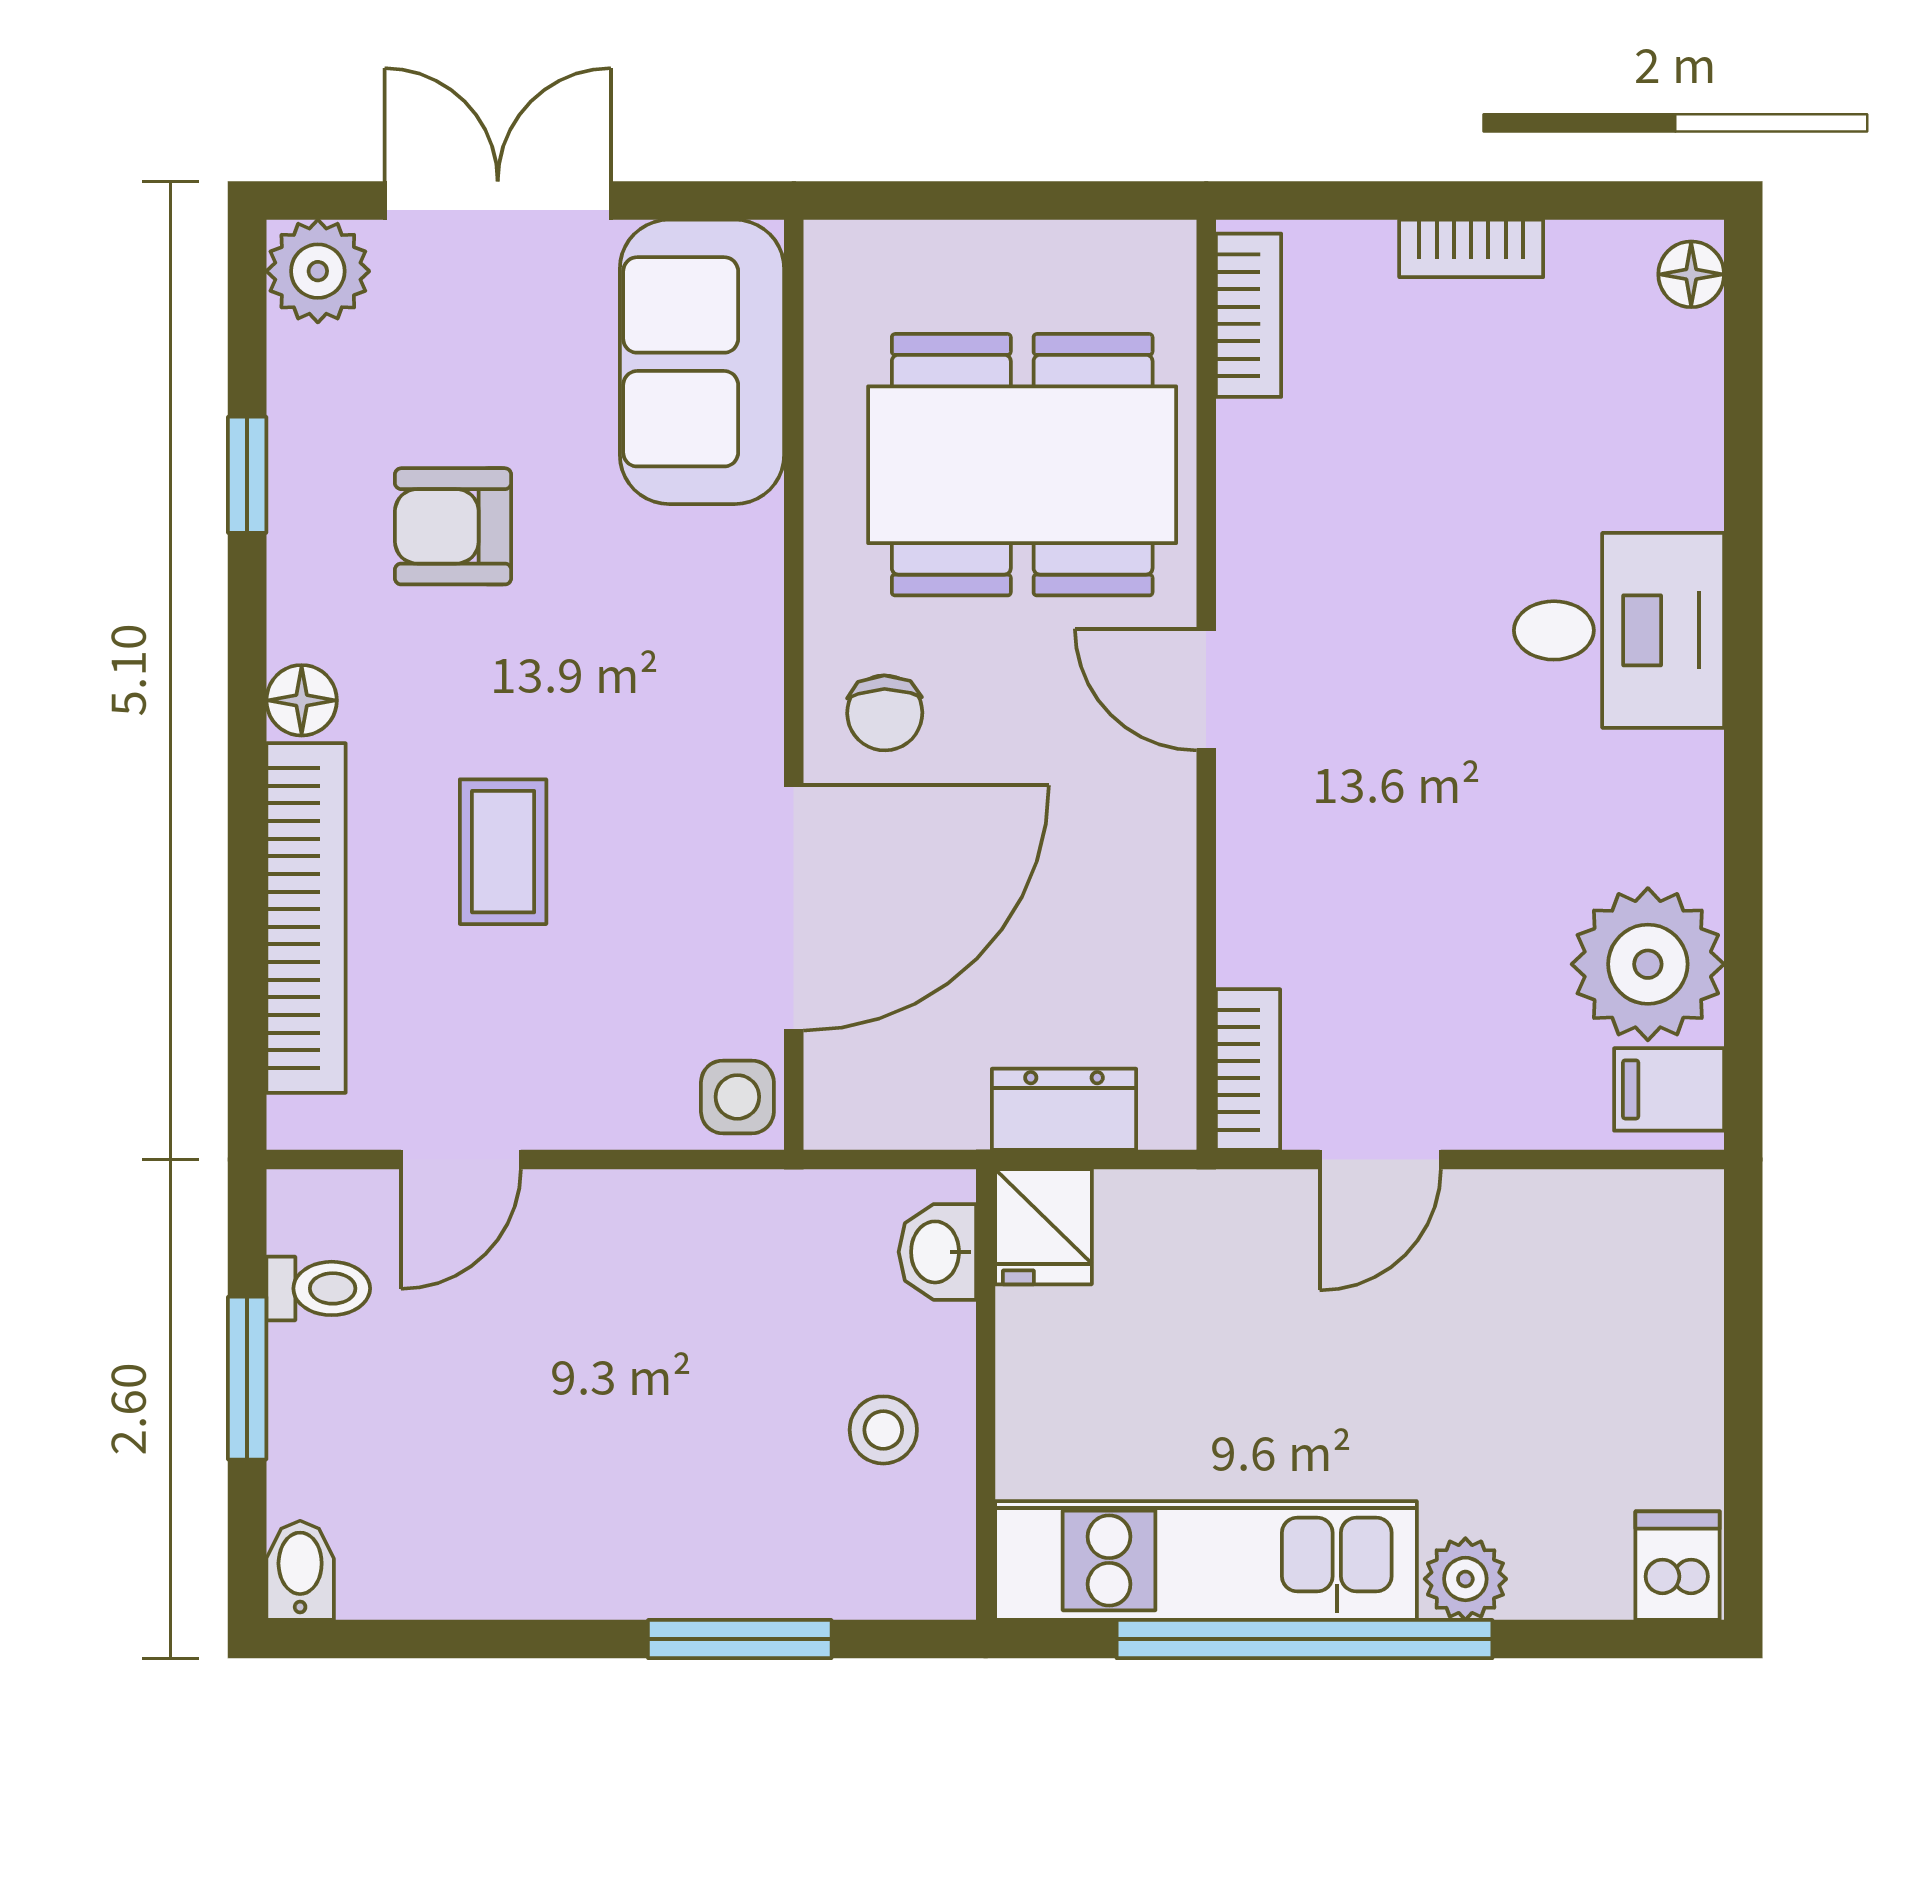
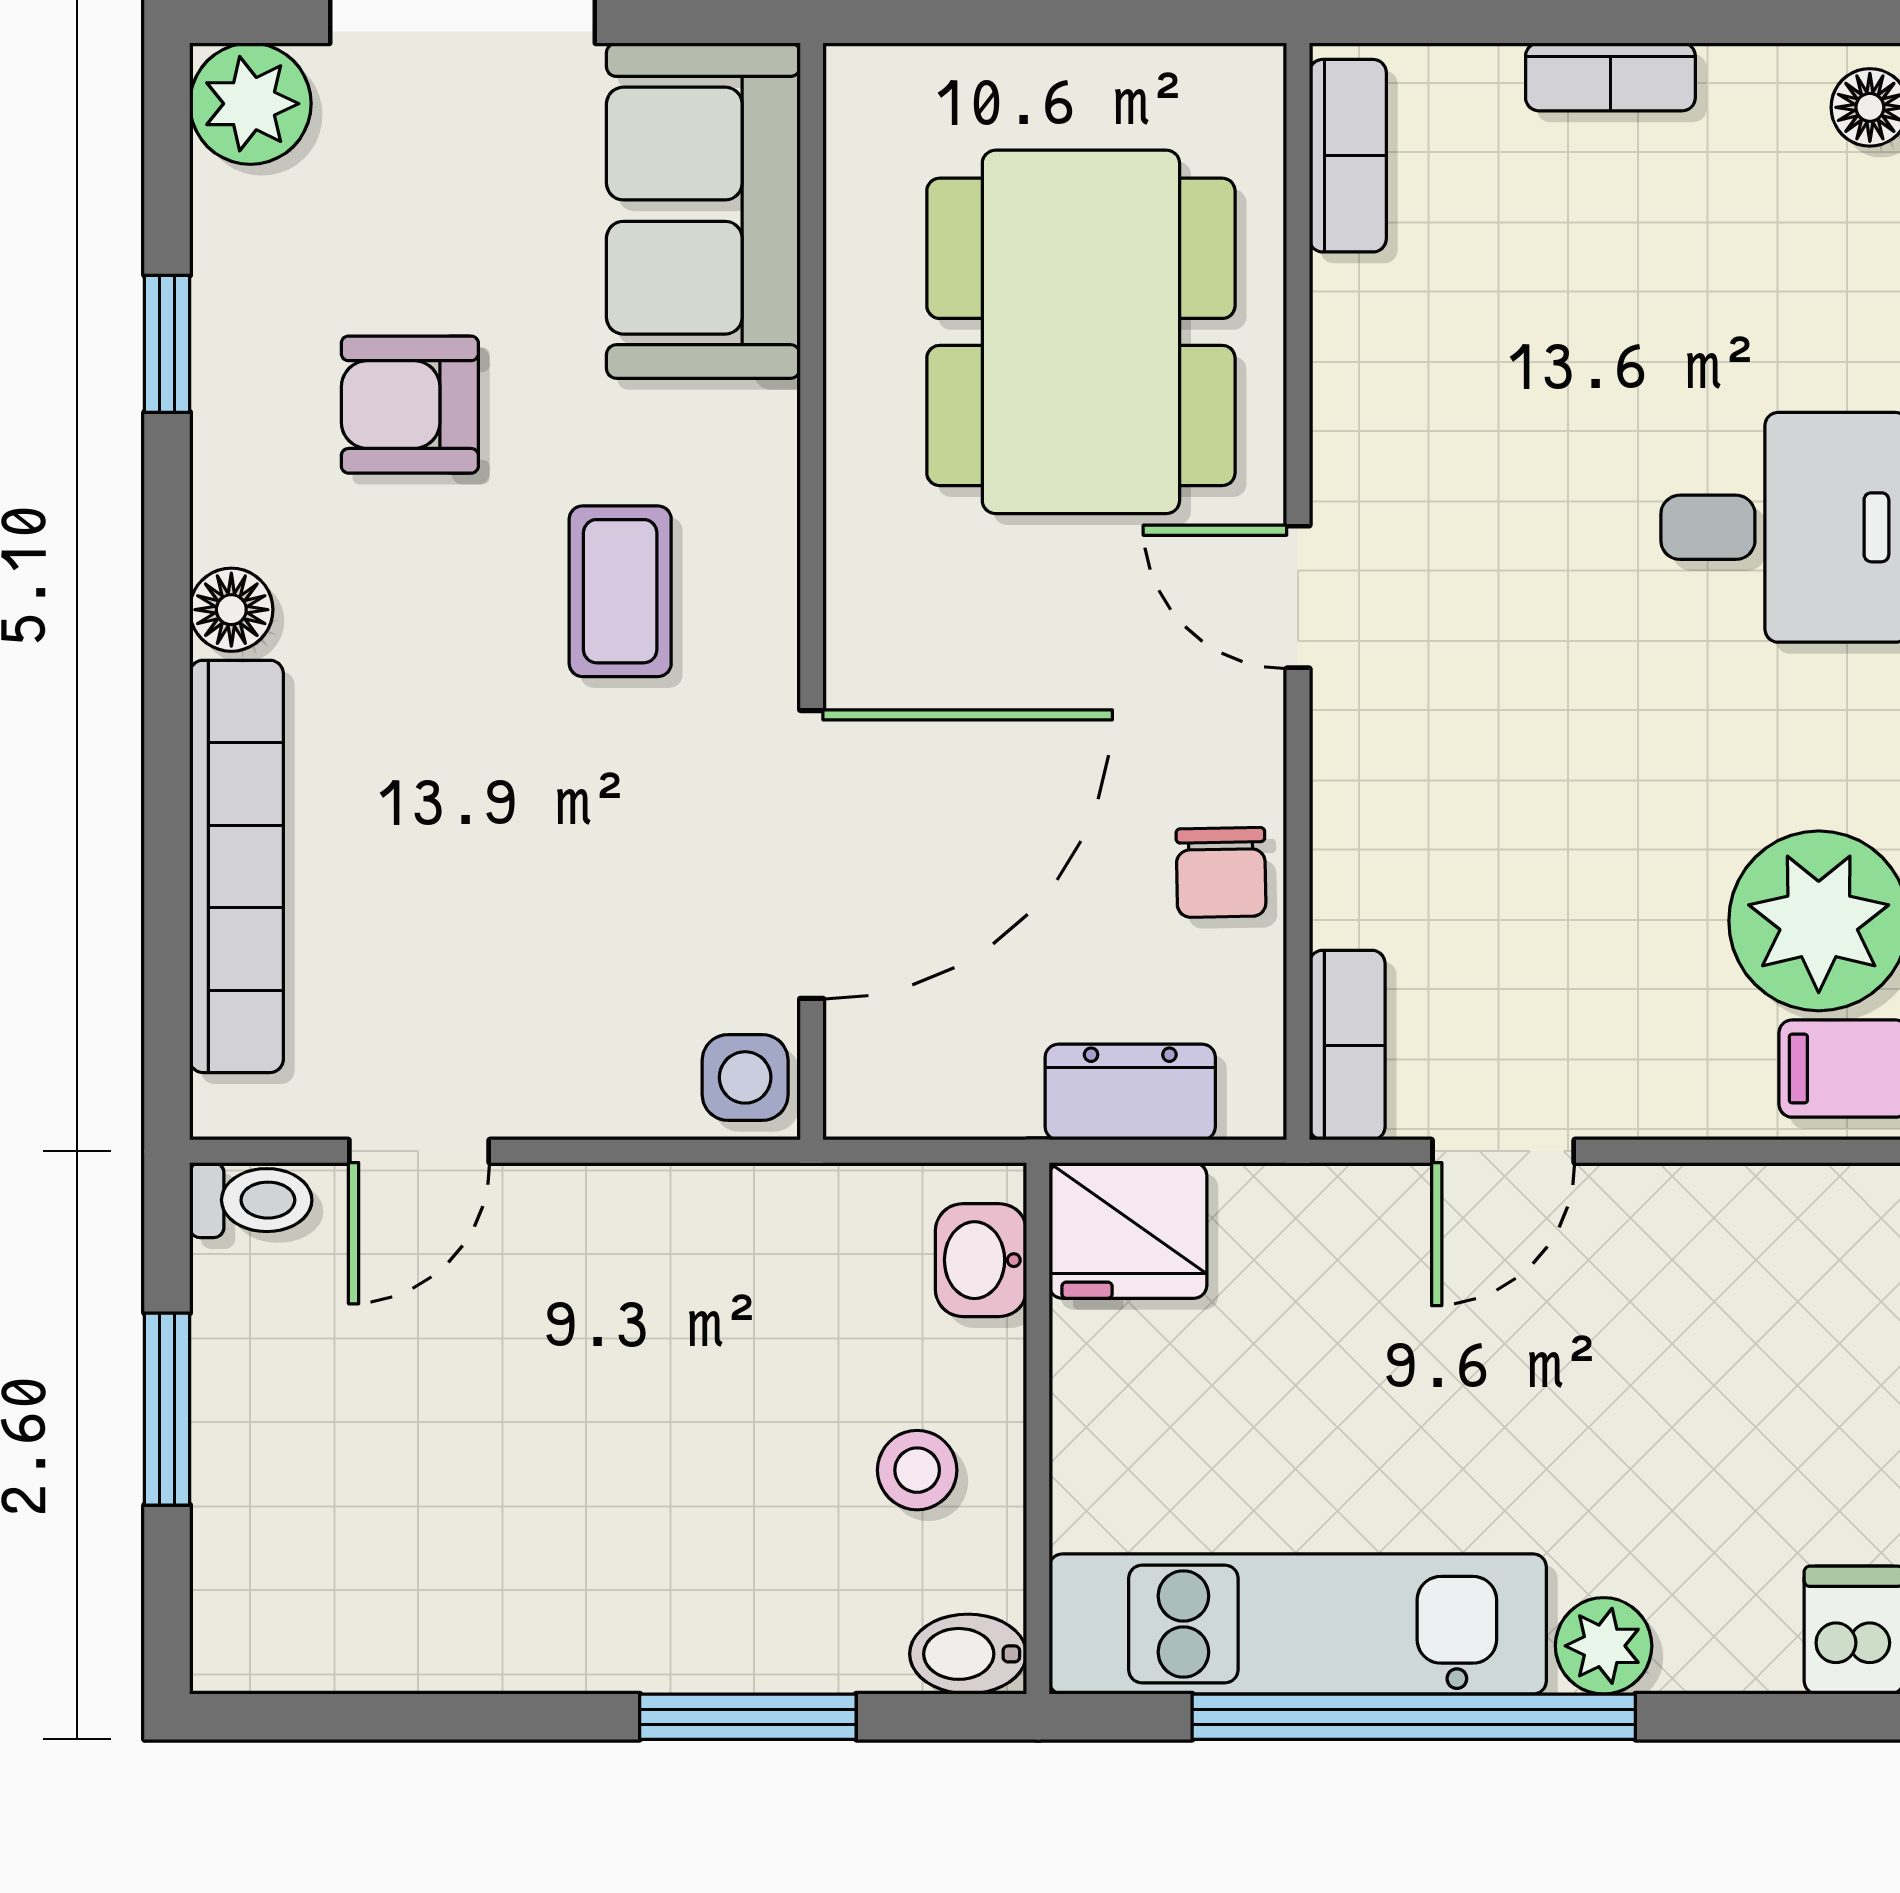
dining table: (1022, 465) -> (1081, 332), turned 90
chair: (885, 713) -> (1221, 872), moved
coffee table: (503, 852) -> (620, 591), moved
fridge: (1044, 1227) -> (1128, 1230), width x1.38
toilet: (318, 1288) -> (251, 1200), moved
bidet: (300, 1570) -> (968, 1654), moved, turned -90

